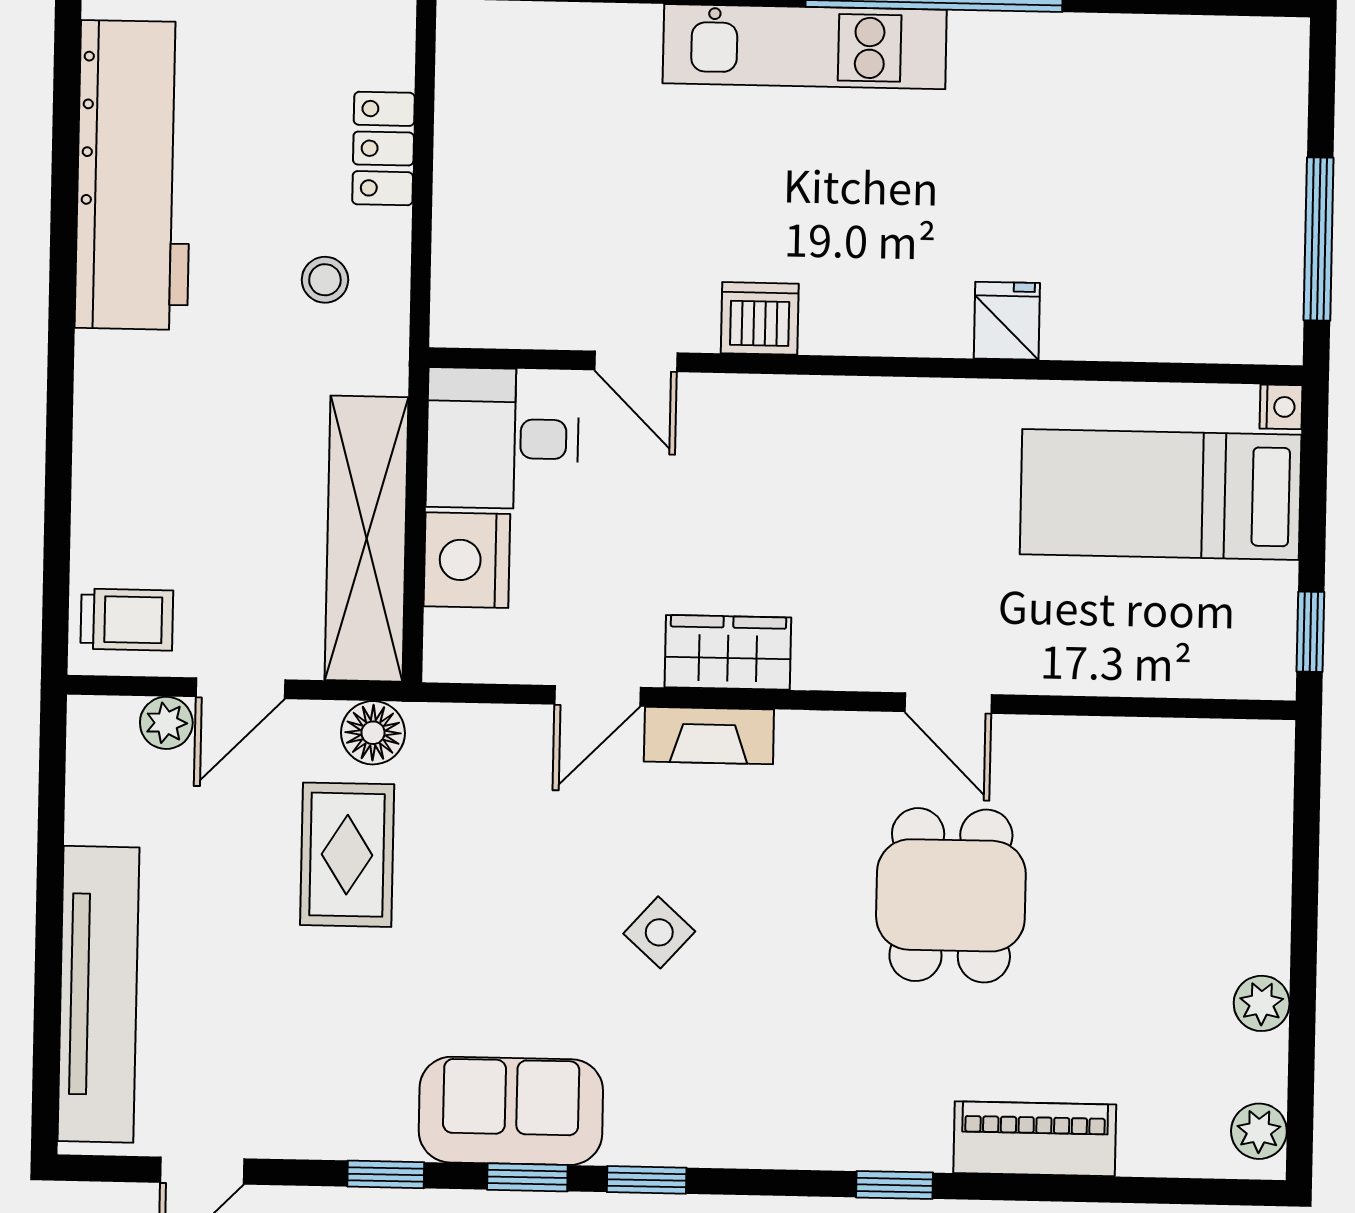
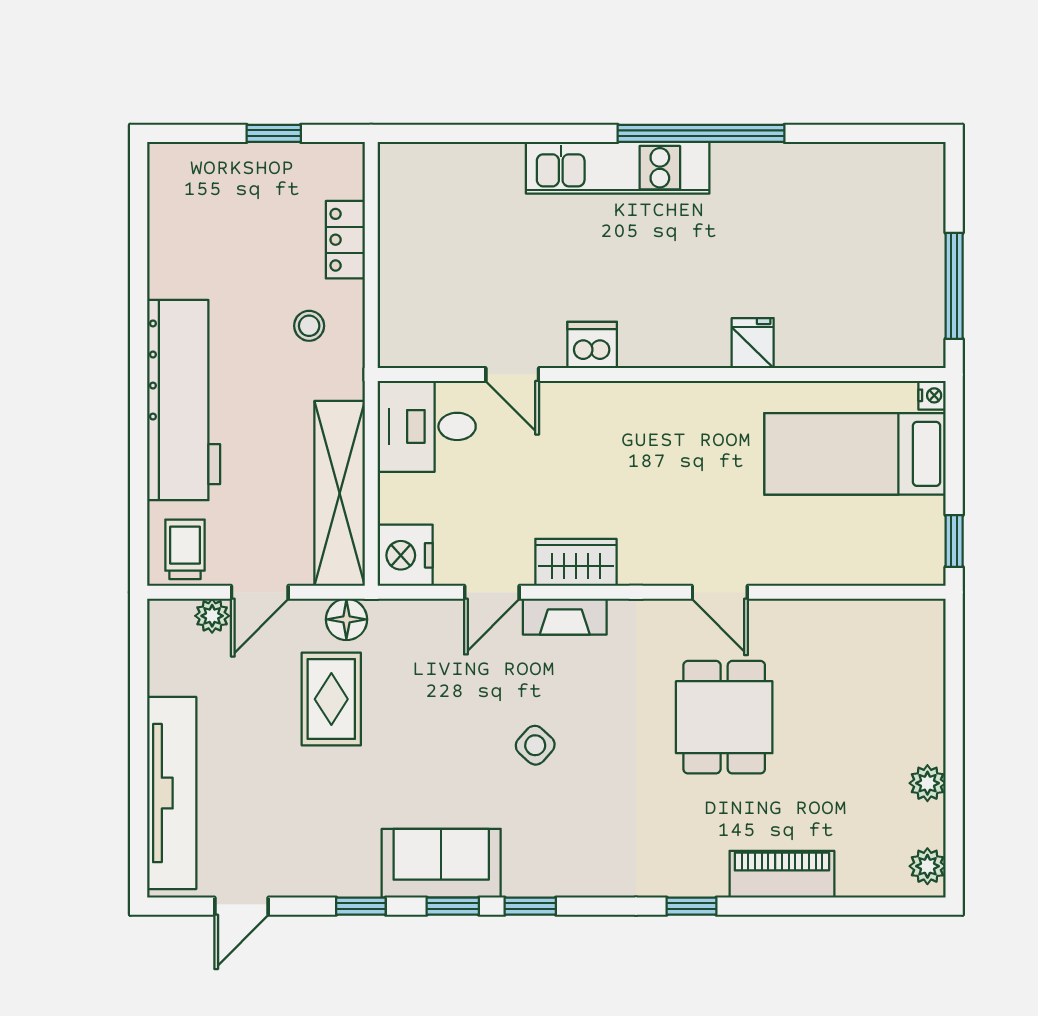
workbench: (134, 175) -> (184, 400), moved
nightstand: (467, 560) -> (405, 555), moved
trolley: (127, 620) -> (185, 549), turned -90

